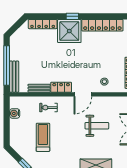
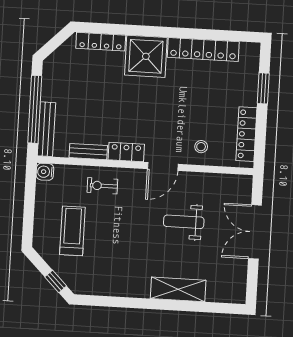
window: (72, 16) -> (153, 31), removed
water cooler: (15, 113) -> (45, 172), moved
weight bench: (97, 126) -> (184, 222), turned 180
treadmill: (43, 137) -> (72, 231), moved

